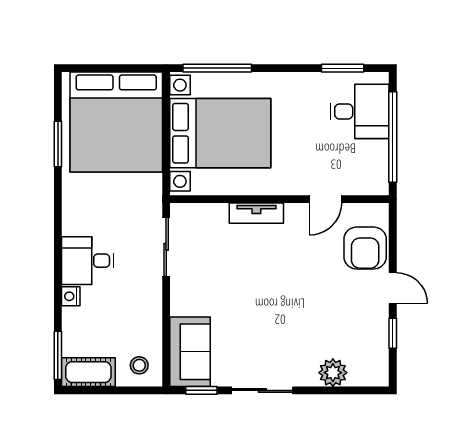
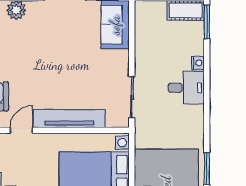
tv unit: (256, 213) -> (69, 119), width x1.92, depth x1.29
stool: (139, 365) -> (150, 15), removed

